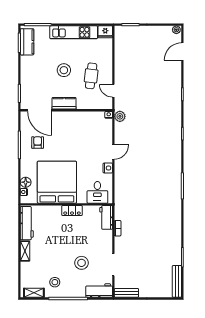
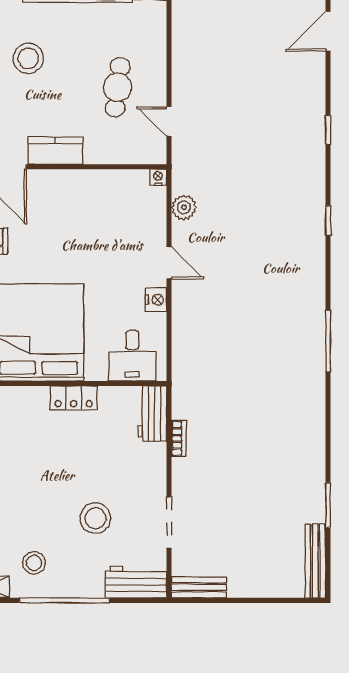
stool: (64, 70) -> (28, 58), moved
plant: (120, 116) -> (184, 207), moved
door: (113, 152) -> (169, 263), hinge flipped

